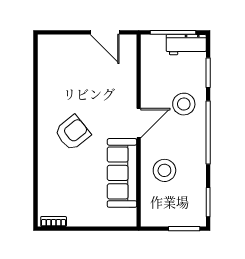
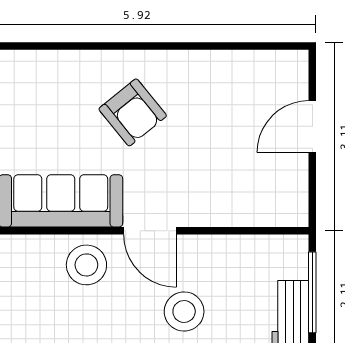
door: (105, 32) -> (312, 127), moved
stool: (164, 170) -> (86, 265), moved

